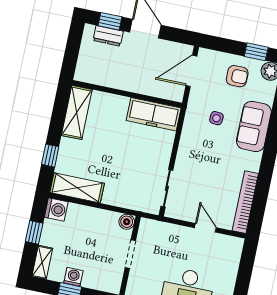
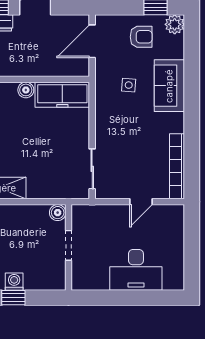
boiler: (121, 103) -> (26, 90), added
door: (205, 228) -> (141, 202), swing flipped

